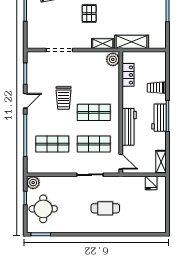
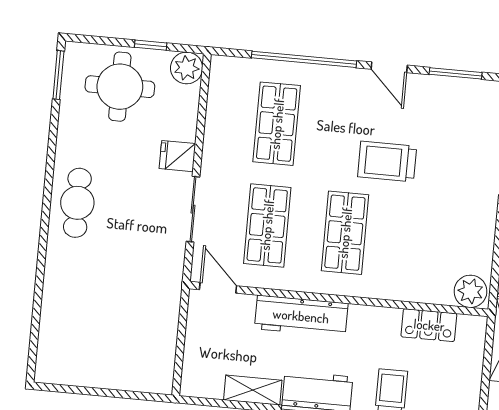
door: (121, 162) -> (218, 288), swing flipped
shelving: (161, 162) -> (253, 390), moved
fridge: (151, 183) -> (177, 156), moved
cafe table: (105, 208) -> (77, 203), moved

